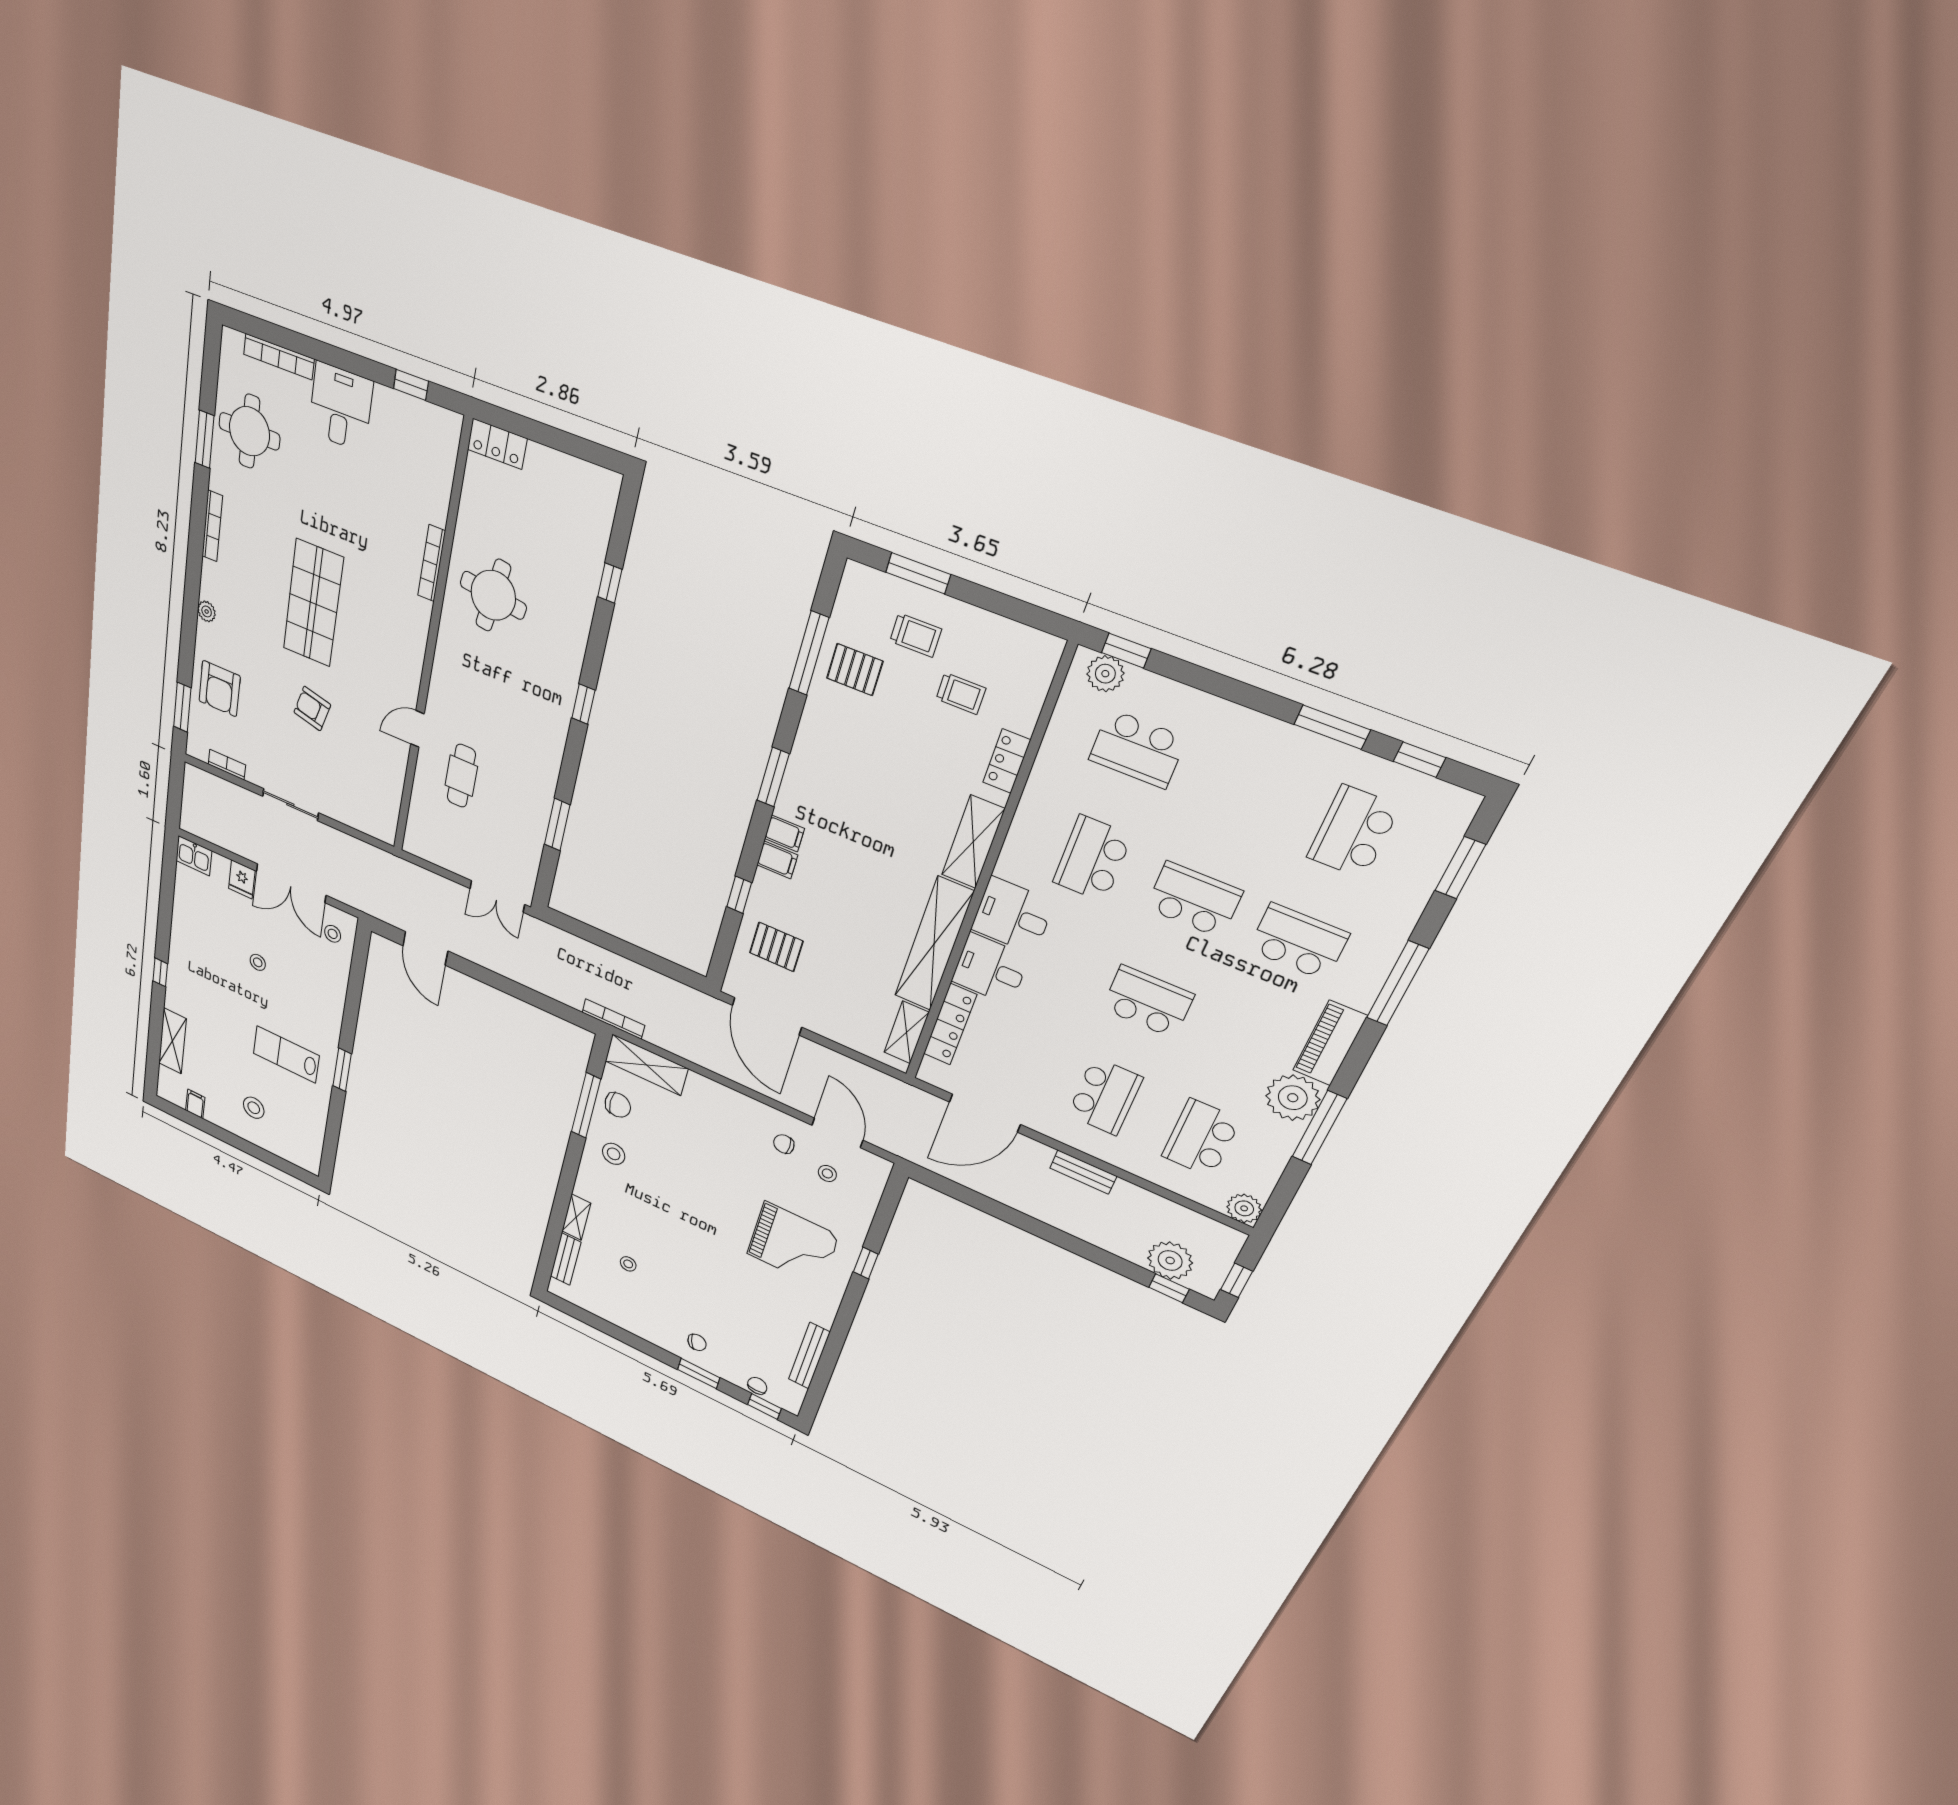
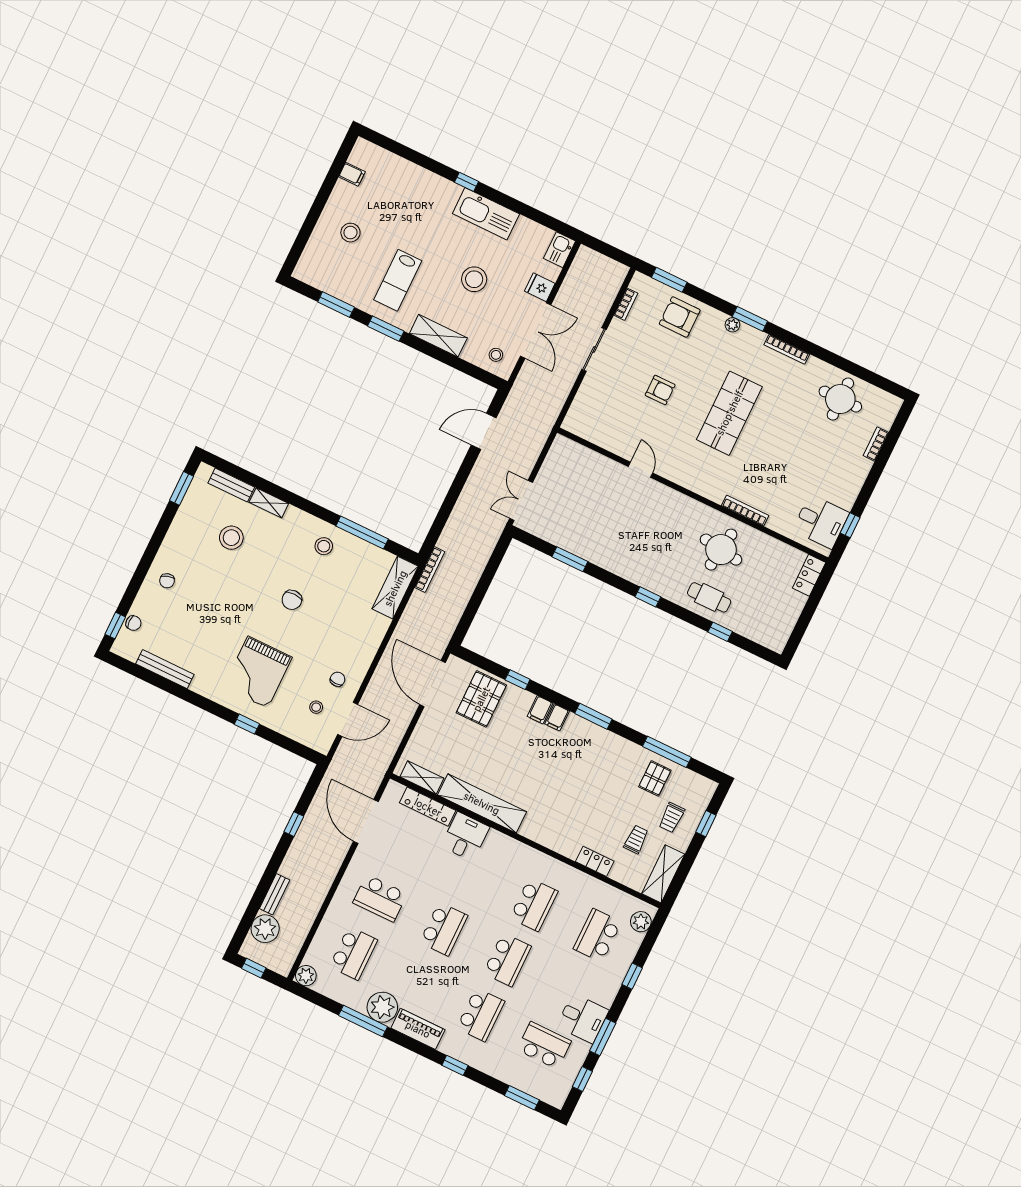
bookcase: (279, 357) -> (876, 444), width x0.64
desk: (341, 407) -> (821, 522), moved
window: (205, 439) -> (750, 319), moved
window: (918, 573) -> (706, 824), width x0.67
shop shelf: (313, 603) -> (729, 413), turned 90
window: (1126, 651) -> (632, 976), moved
trolley: (961, 694) -> (636, 840), turned 180
armchair: (312, 709) -> (660, 390), turned 76
cafe table: (461, 776) -> (709, 597), moved
shelving: (973, 842) -> (663, 874), moved, turned 90
school desk: (1092, 859) -> (534, 905), turned 90
double door: (291, 883) -> (536, 331), swing flipped
desk: (1013, 916) -> (583, 1018), moved, turned 90
pallet: (776, 947) -> (481, 699), width x1.50, depth x1.42
kitchen sink: (185, 949) -> (486, 214), added
stool: (258, 962) -> (474, 279), width x1.89, depth x1.89
window: (1398, 983) -> (455, 1065), width x0.46
door: (767, 1016) -> (432, 684), hinge flipped
shelving: (172, 1041) -> (438, 336), moved
lab bench: (286, 1054) -> (398, 280), turned 180
chair: (618, 1105) -> (292, 600), moved
window: (333, 1127) -> (336, 305), added
school desk: (1201, 1138) -> (353, 953), turned 90
bench: (1083, 1172) -> (275, 894), moved
stool: (628, 1264) -> (231, 538), width x1.89, depth x1.89
window: (1169, 1288) -> (294, 824), moved
window: (699, 1374) -> (182, 488), moved

